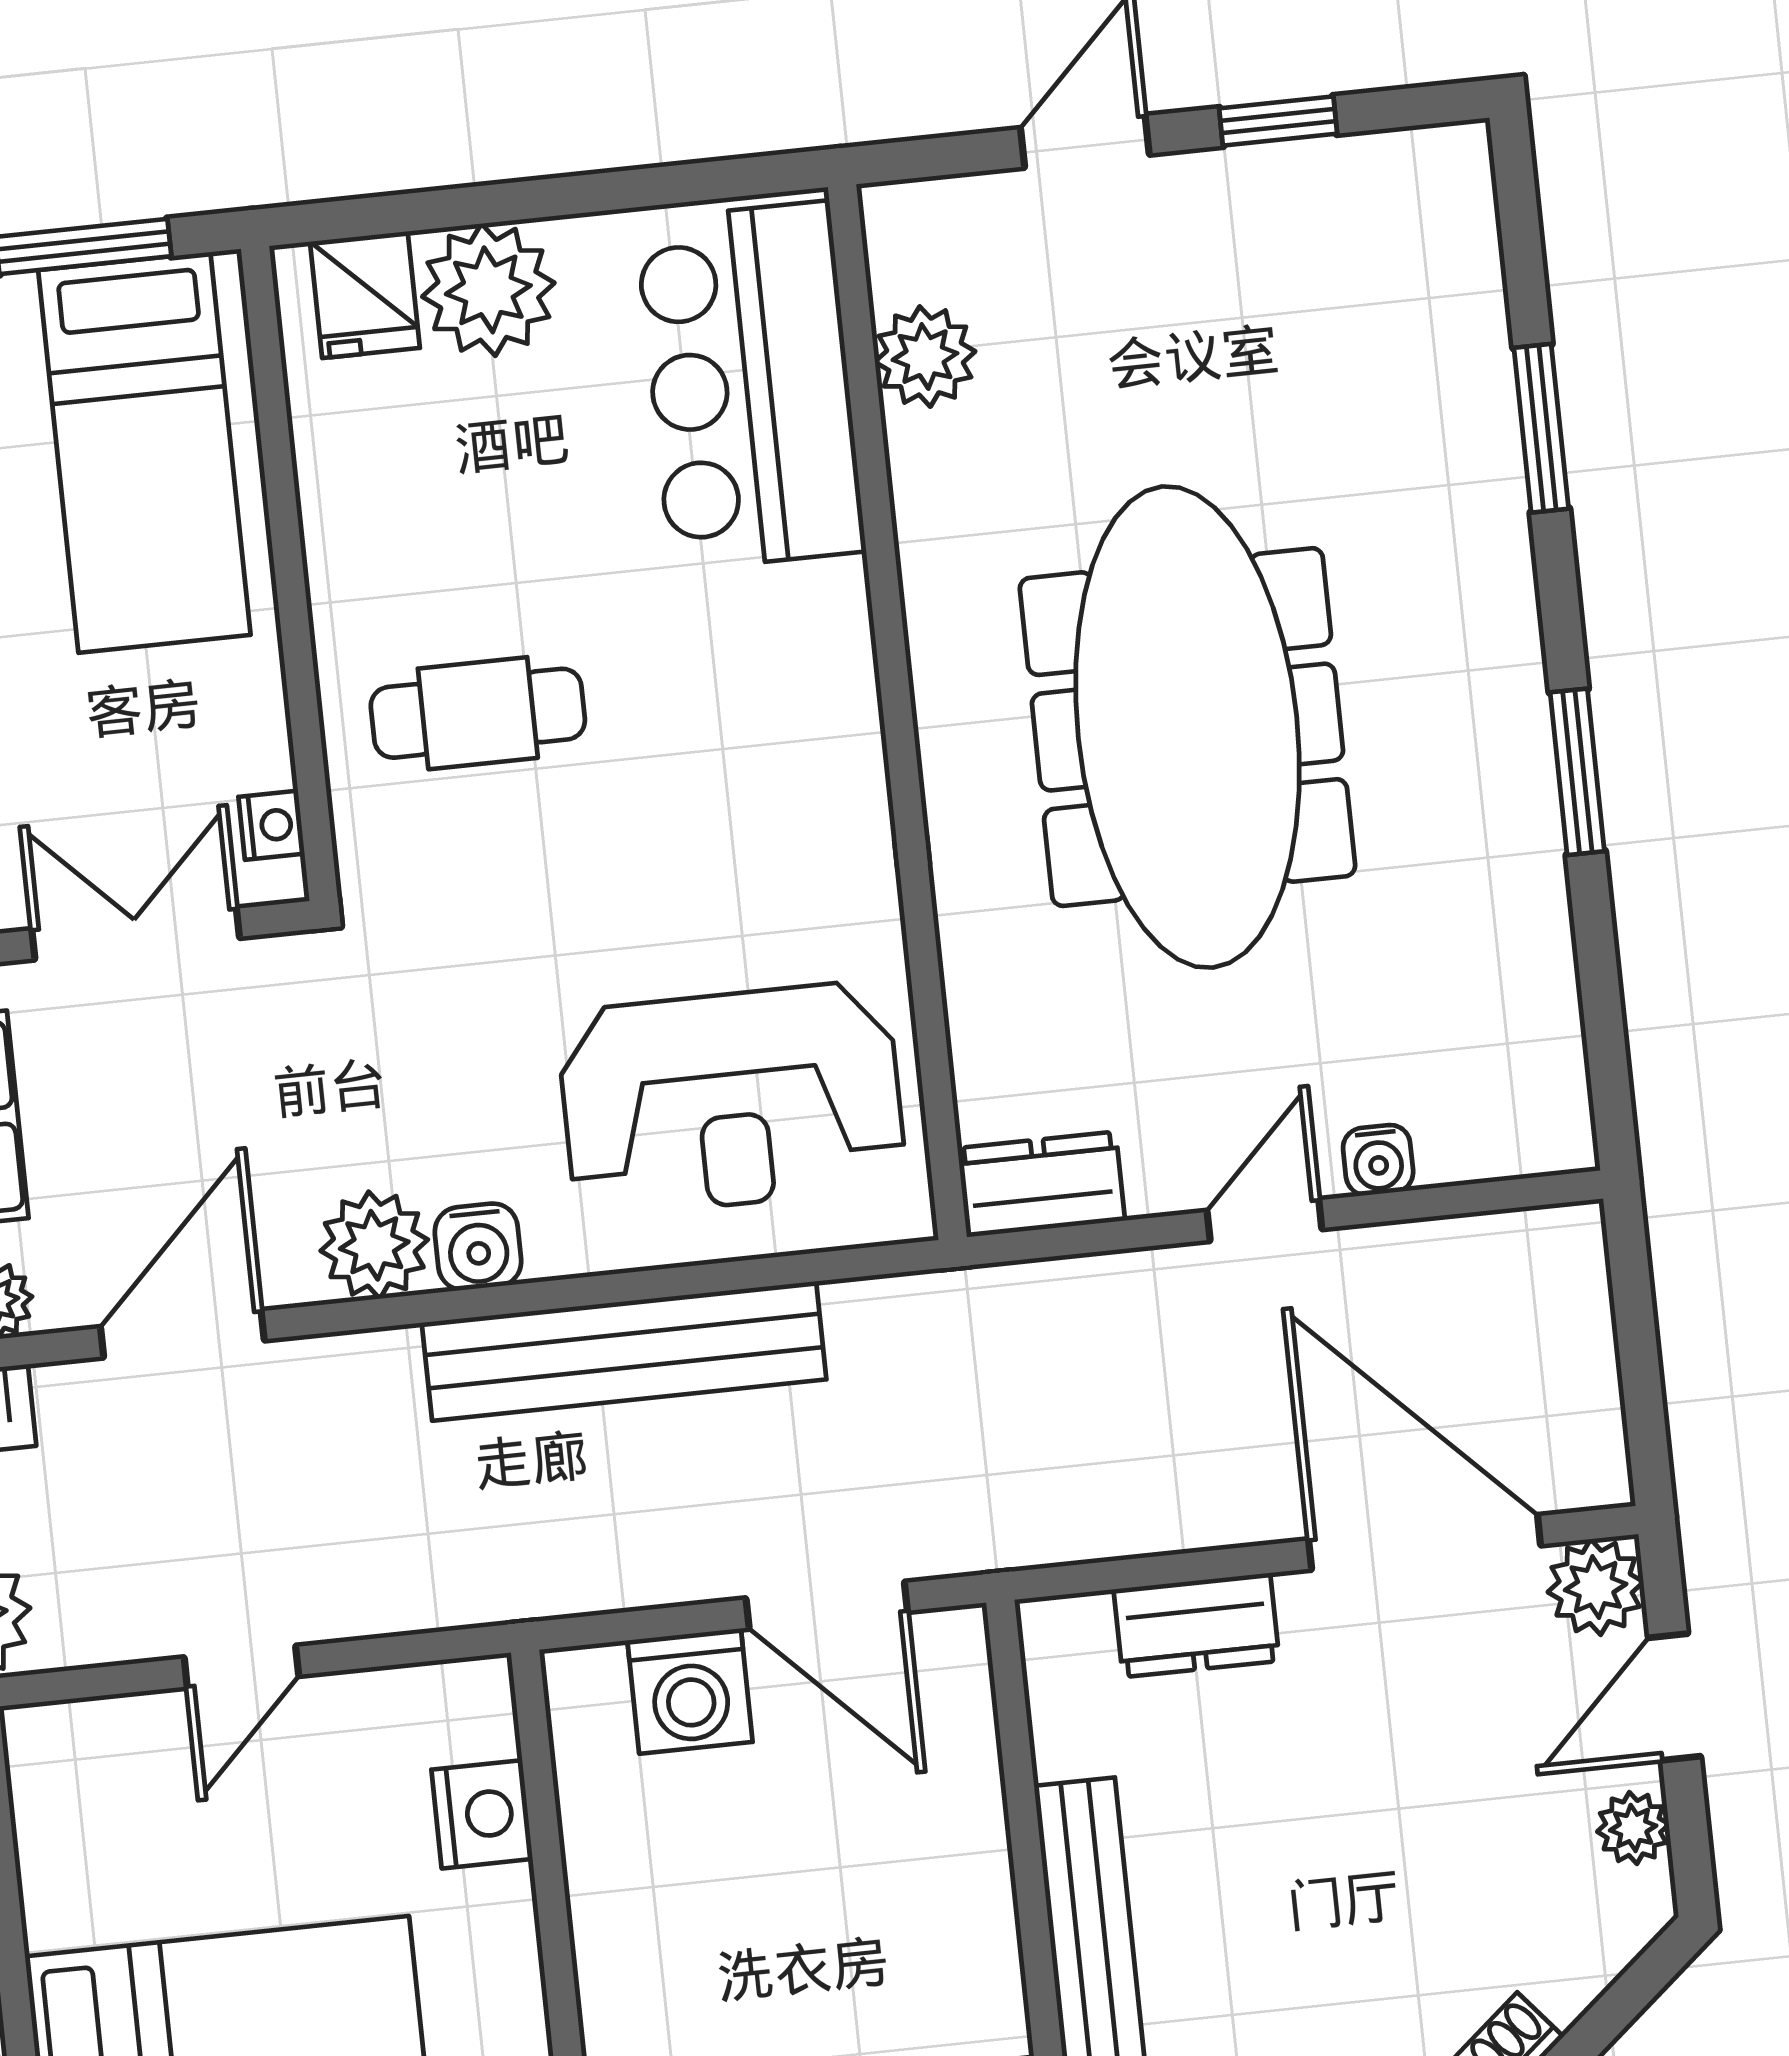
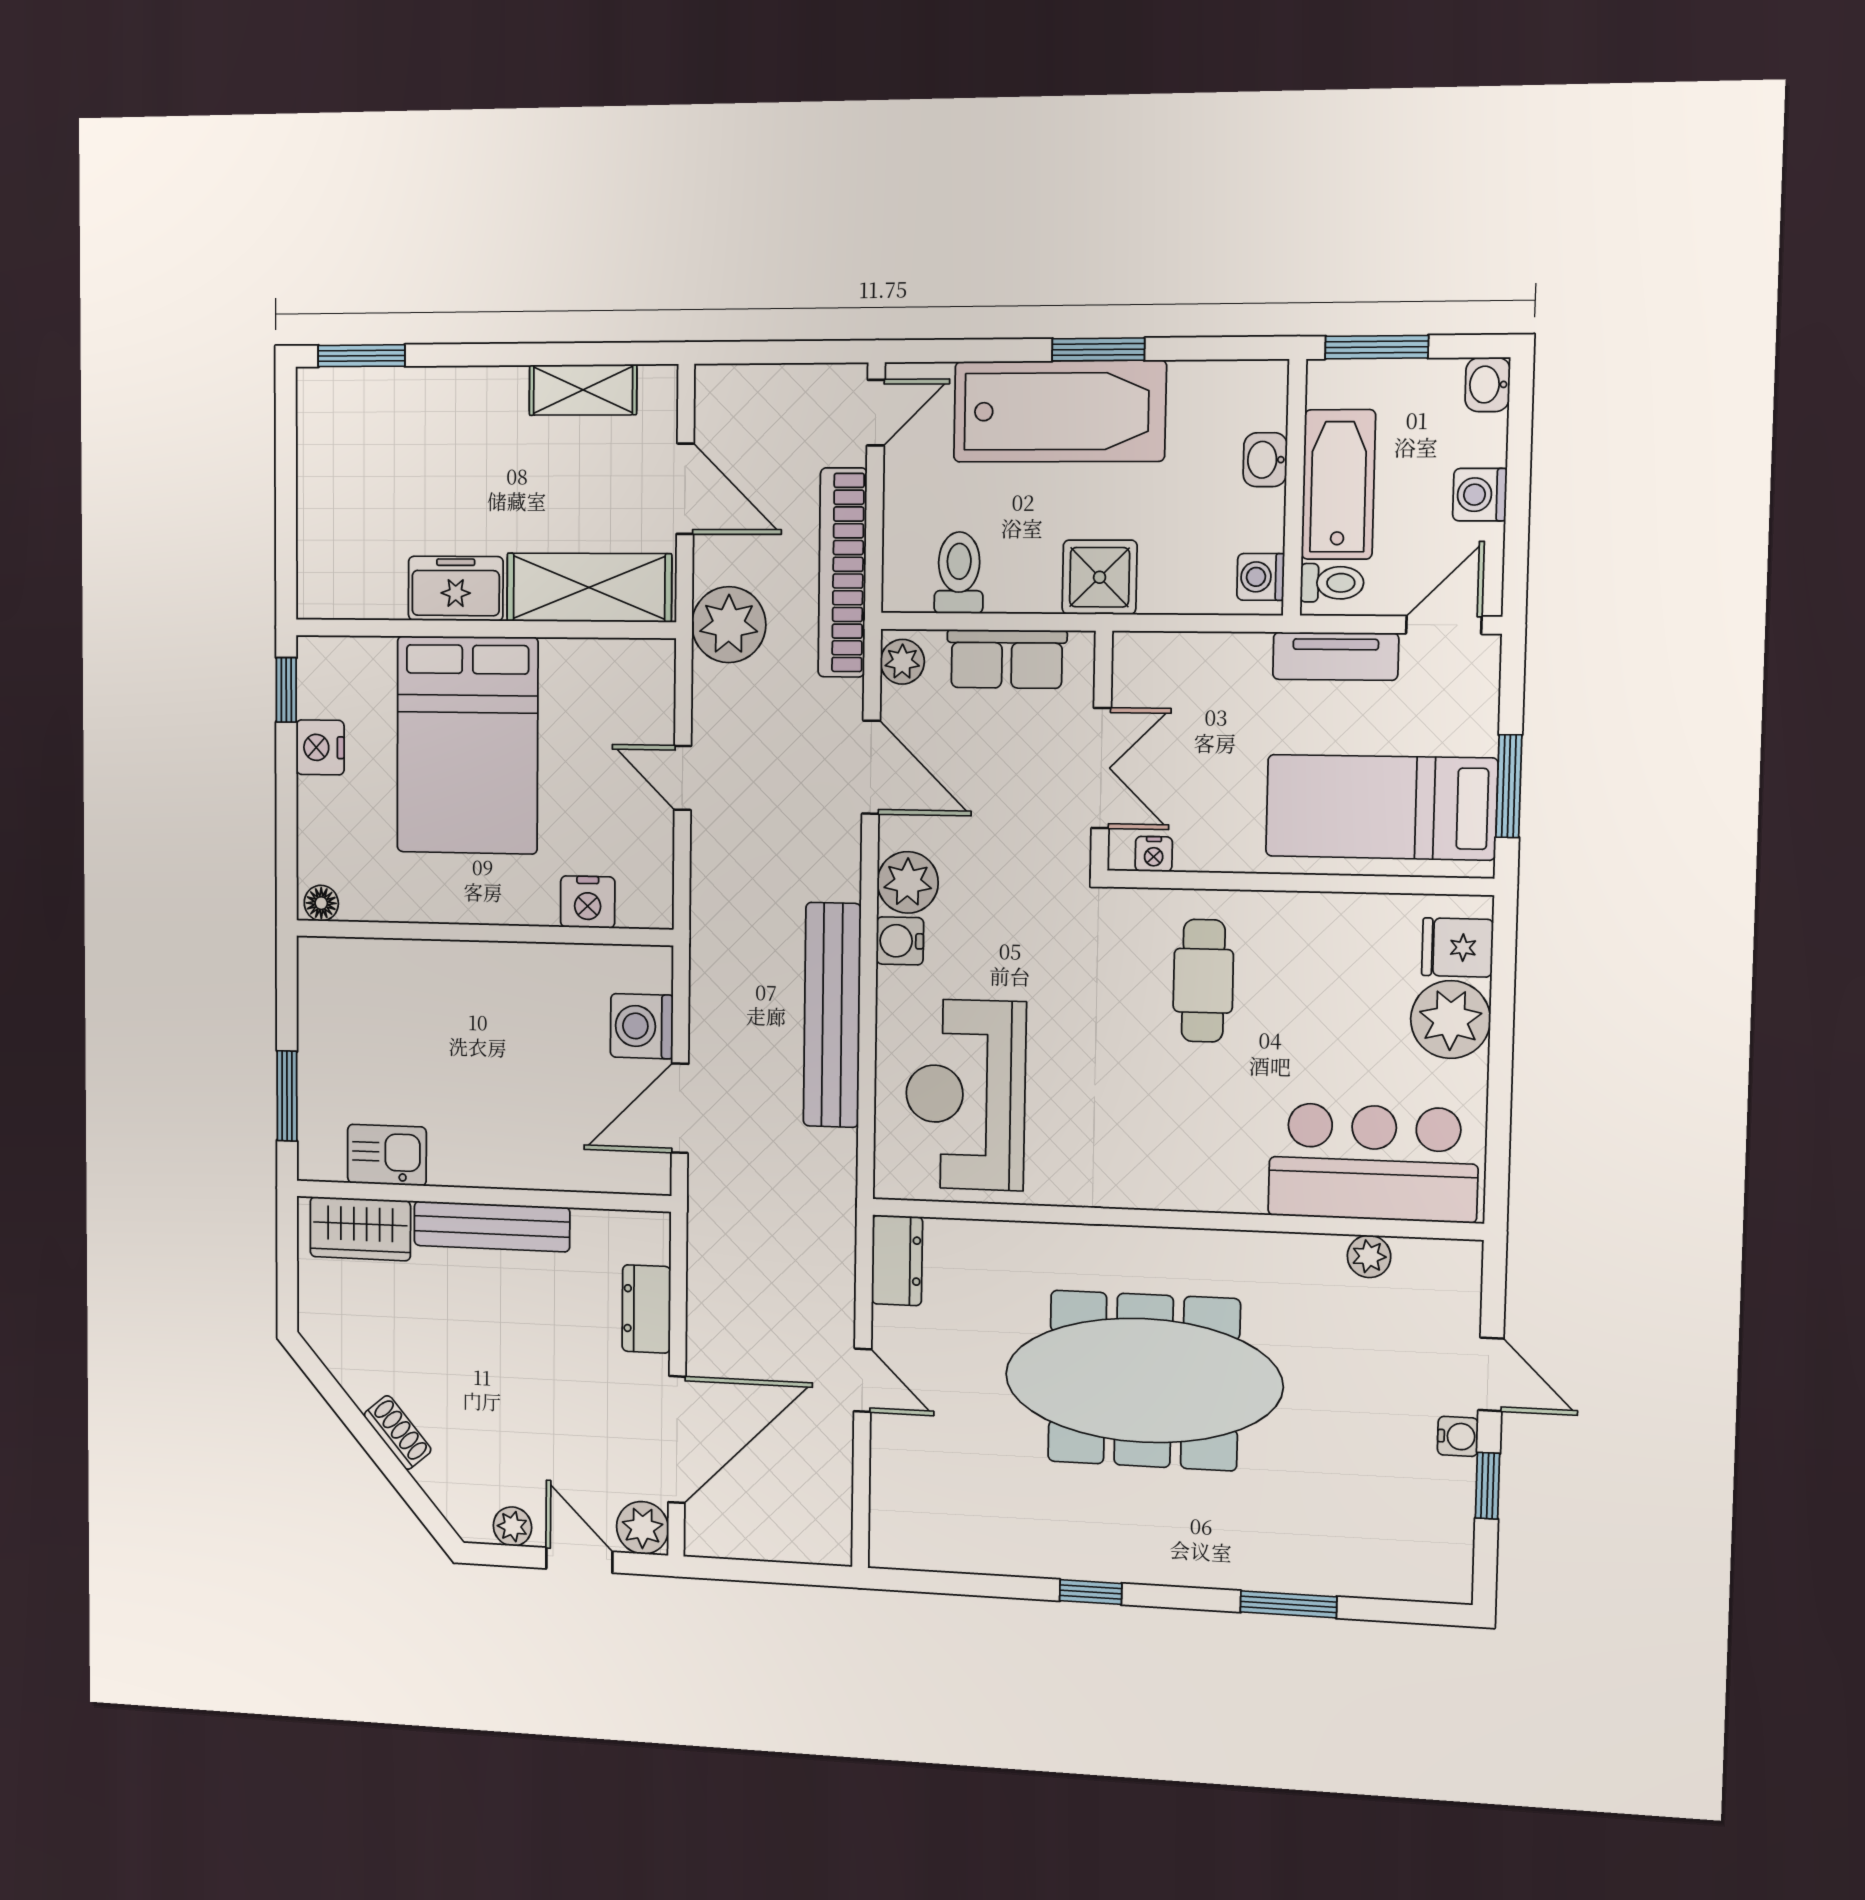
plant: (925, 357) -> (1369, 1256), width x0.73, depth x0.73
window: (1577, 772) -> (1091, 1592), width x0.67
water cooler: (1378, 1160) -> (1458, 1436), moved, turned 180

